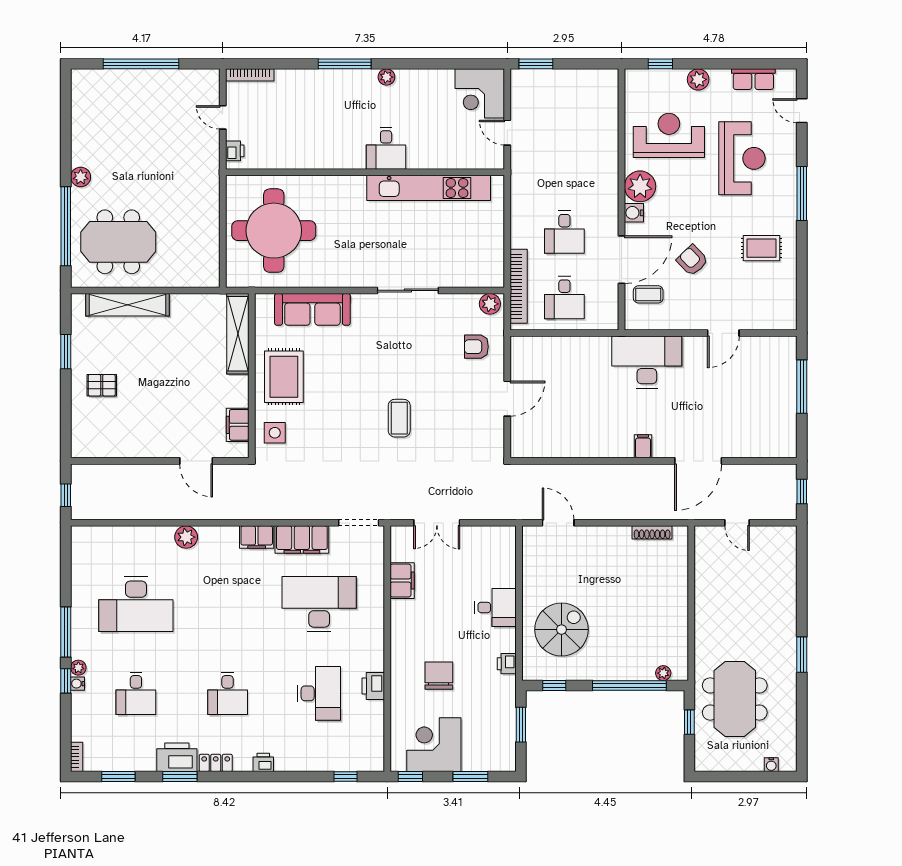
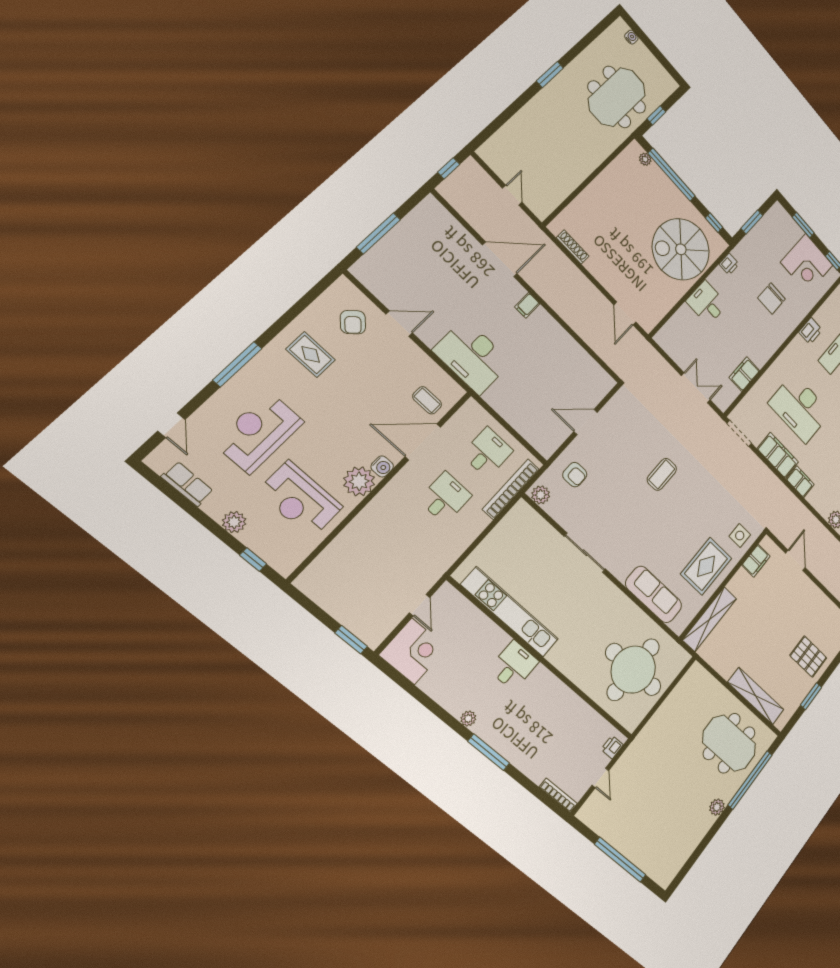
armchair: (692, 260) -> (353, 322), moved
pallet: (102, 385) -> (808, 657), width x1.50, depth x1.42
spiral stairs: (561, 630) -> (681, 249), width x1.37, depth x1.37

